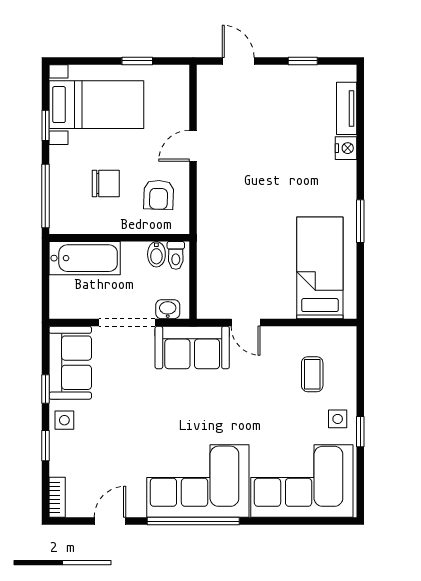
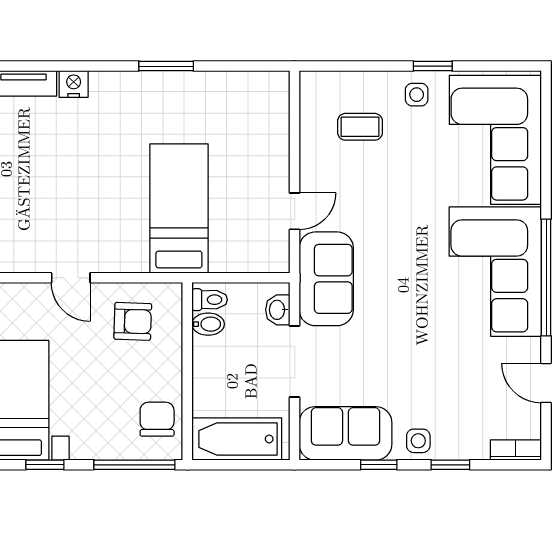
chair: (106, 183) -> (157, 419), moved
bathtub: (85, 258) -> (237, 439), moved, turned -90
bed: (320, 268) -> (179, 208), moved, turned 90

